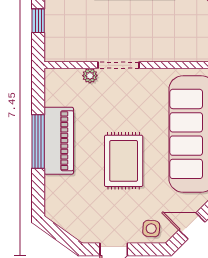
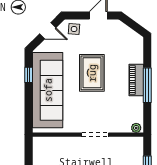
plant: (90, 76) -> (136, 128), moved
piano: (59, 141) -> (136, 80), width x0.73, depth x0.75

